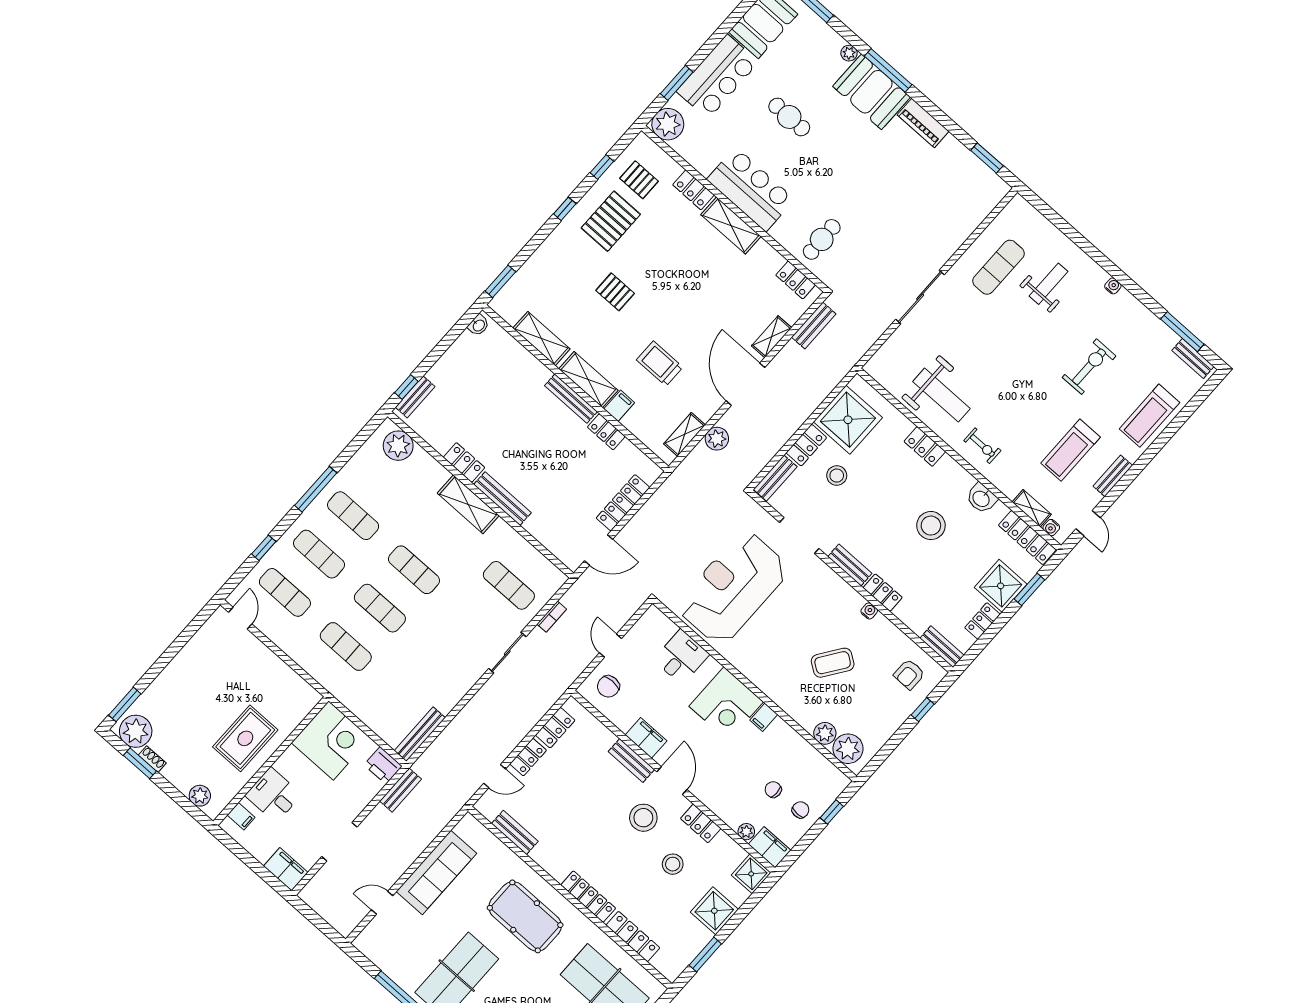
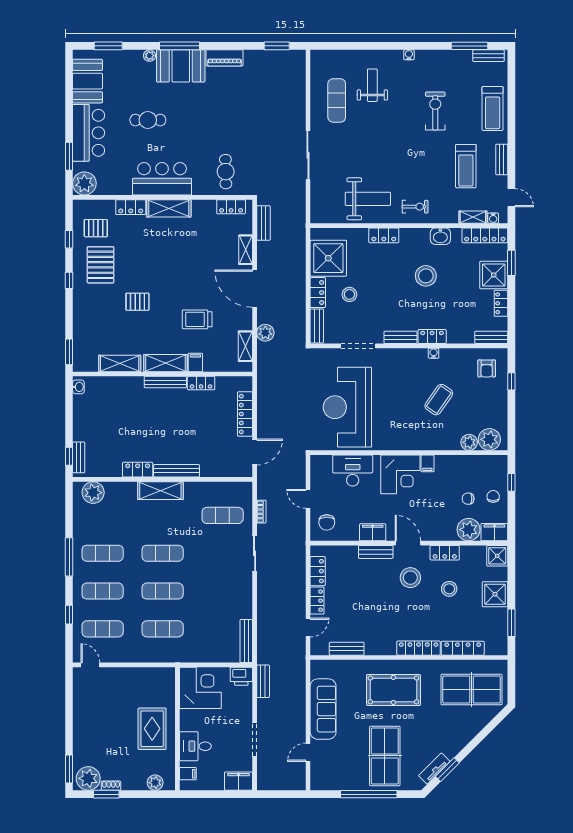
desk: (681, 657) -> (353, 471), width x1.37
plant: (746, 832) -> (469, 530), width x1.87, depth x1.87

